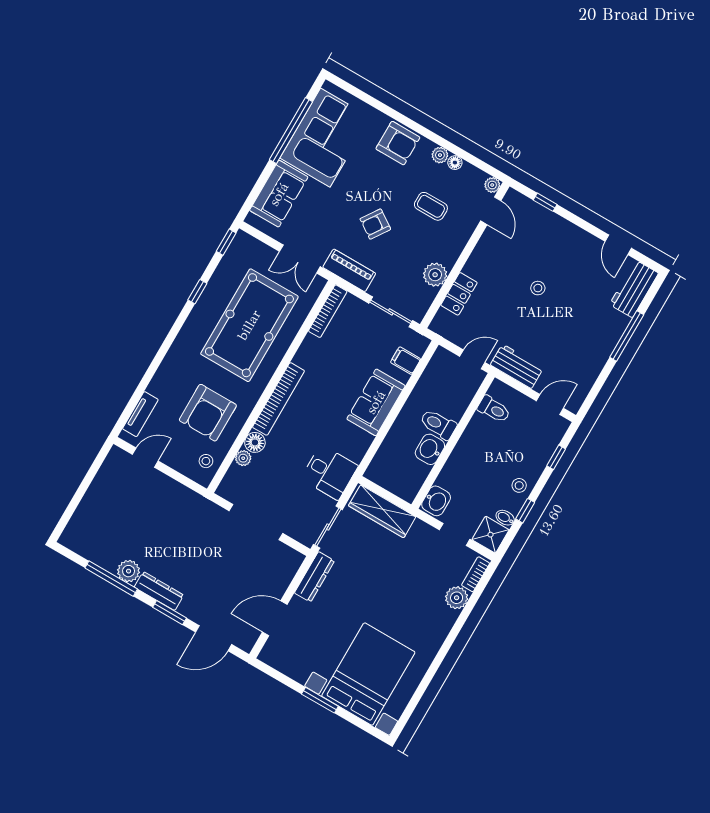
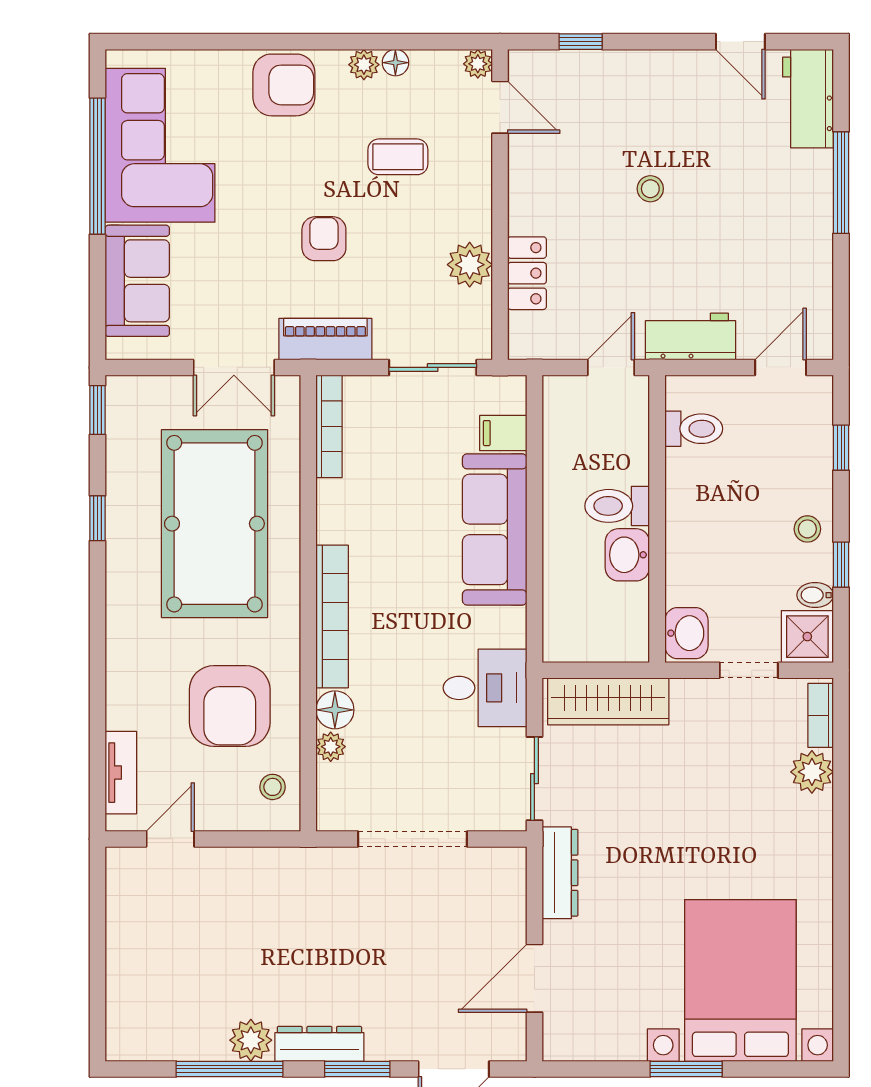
armchair: (375, 224) -> (324, 239), turned 146
sofa: (376, 402) -> (495, 529), width x1.36

